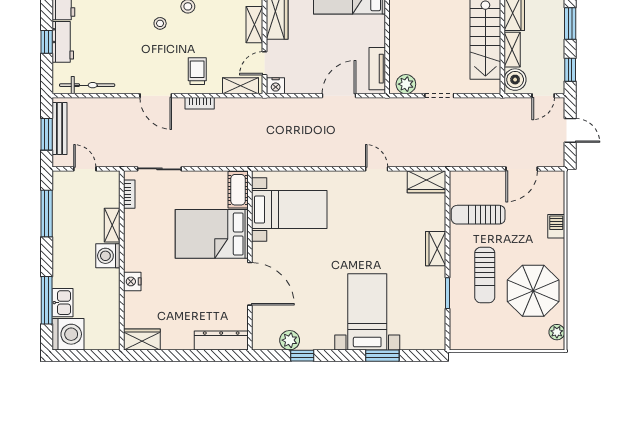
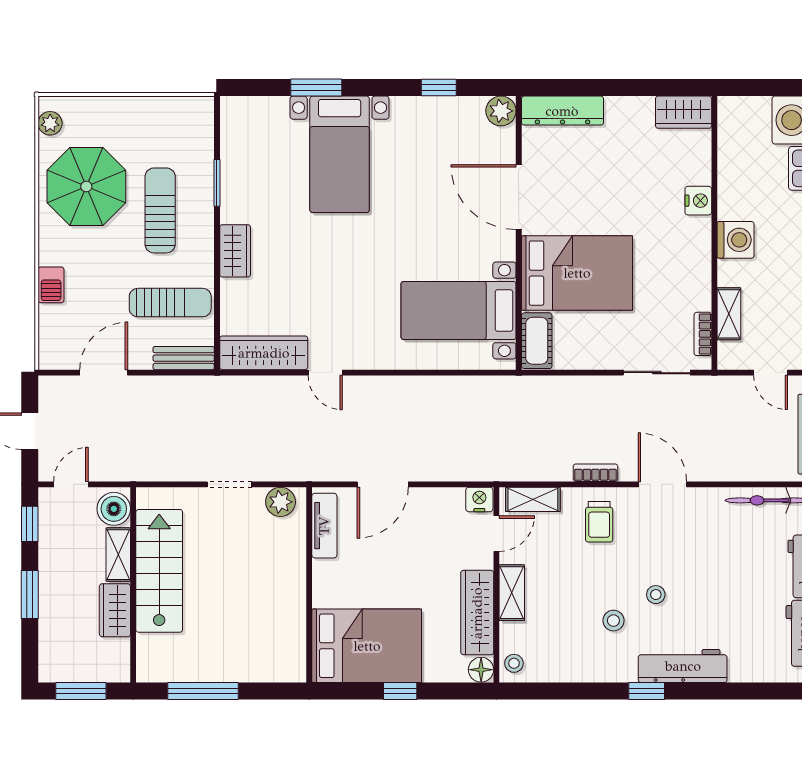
bench: (469, 178) -> (184, 358), added
wardrobe: (426, 182) -> (264, 353), width x1.50
shelving: (112, 225) -> (729, 314), moved
plant: (290, 340) -> (501, 111), moved

